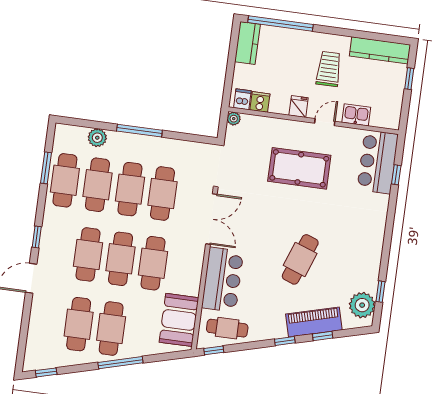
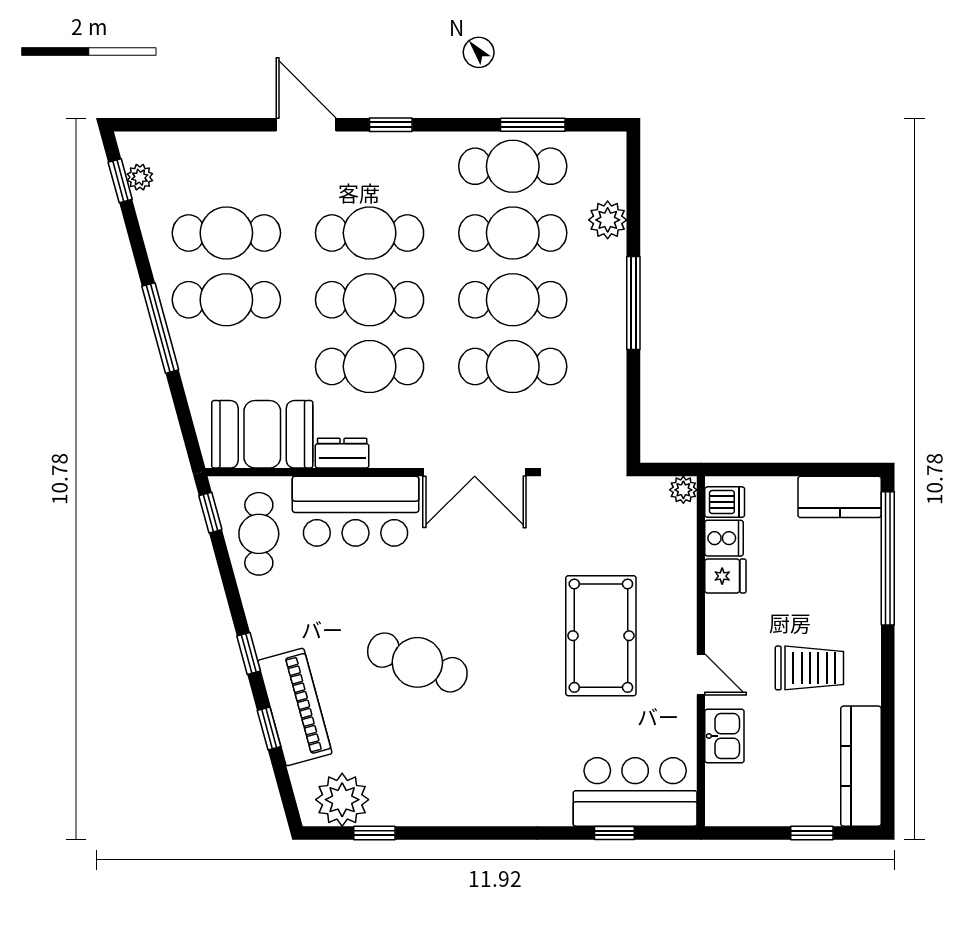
fridge: (299, 107) -> (725, 576), moved
dresser: (193, 282) -> (342, 453), added
plant: (46, 363) -> (140, 177), added

